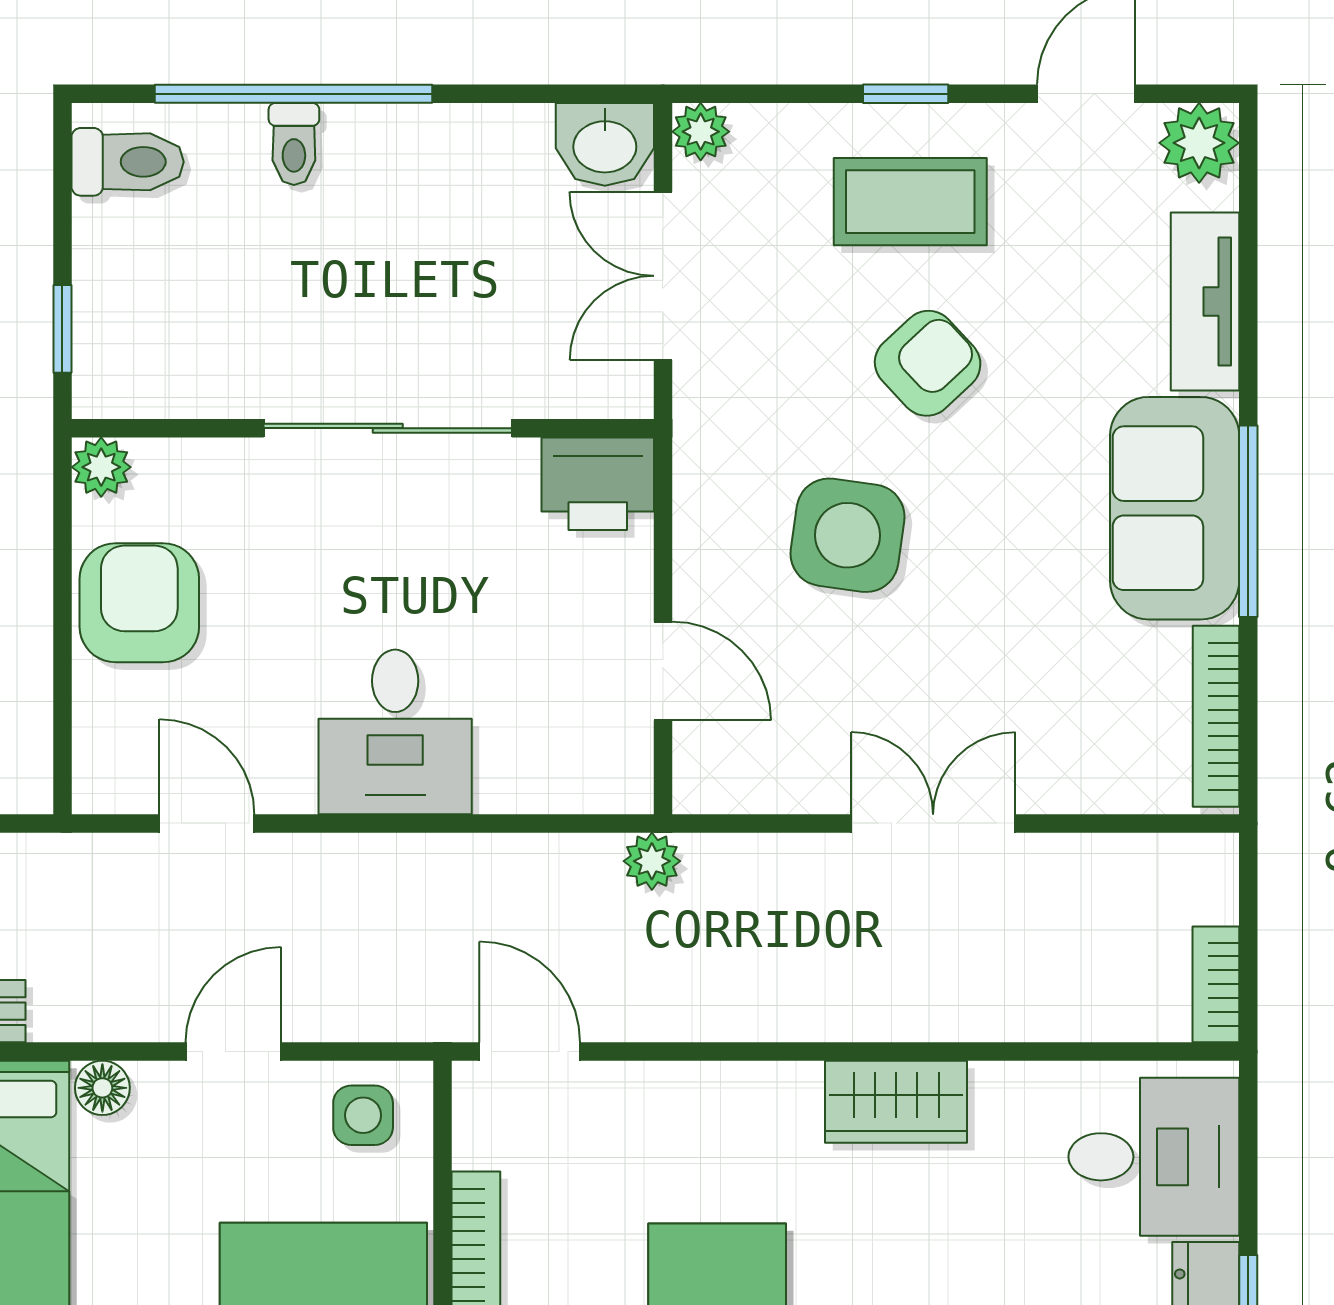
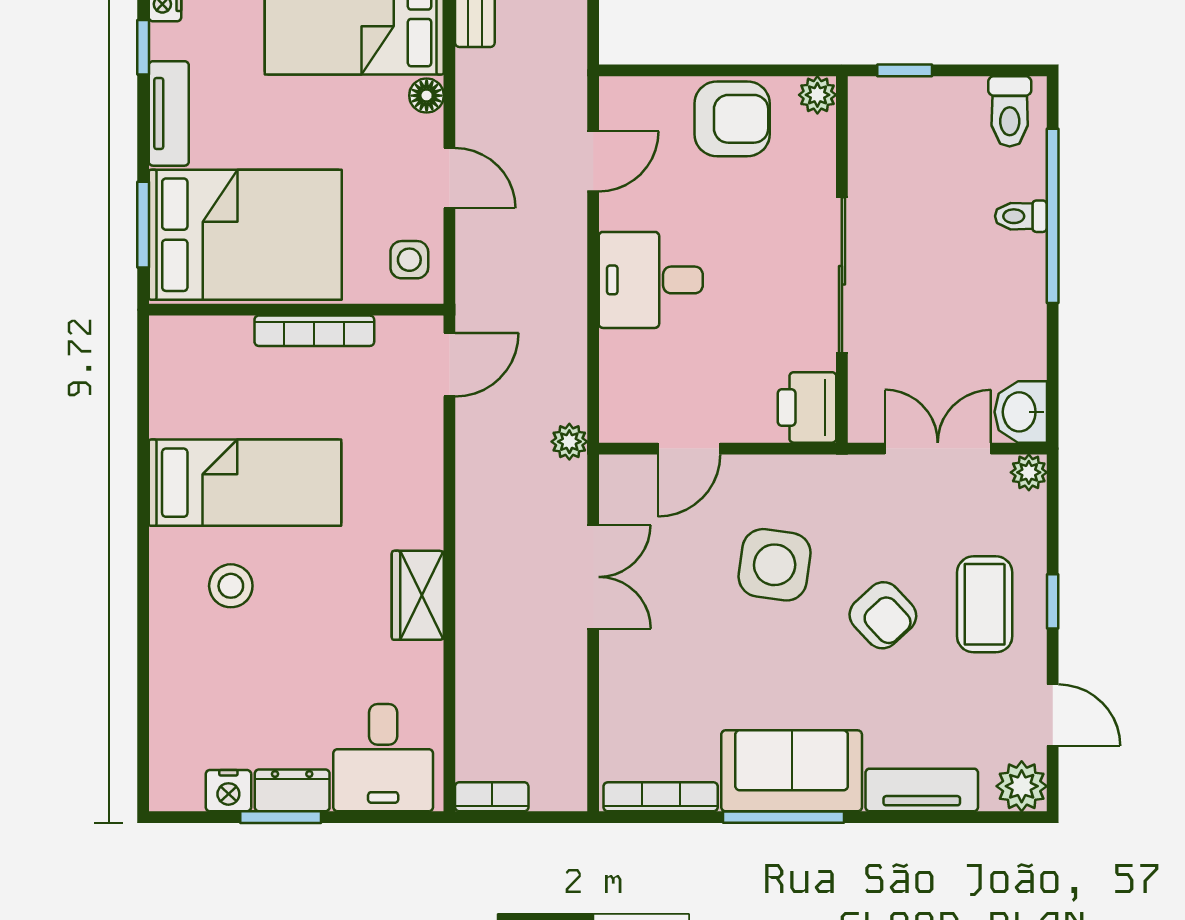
double door: (933, 823) -> (593, 577), moved

